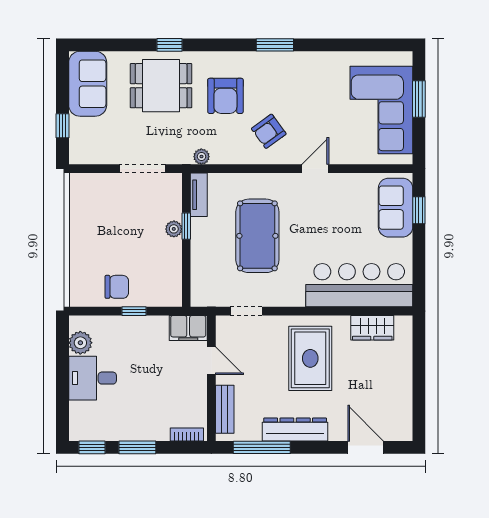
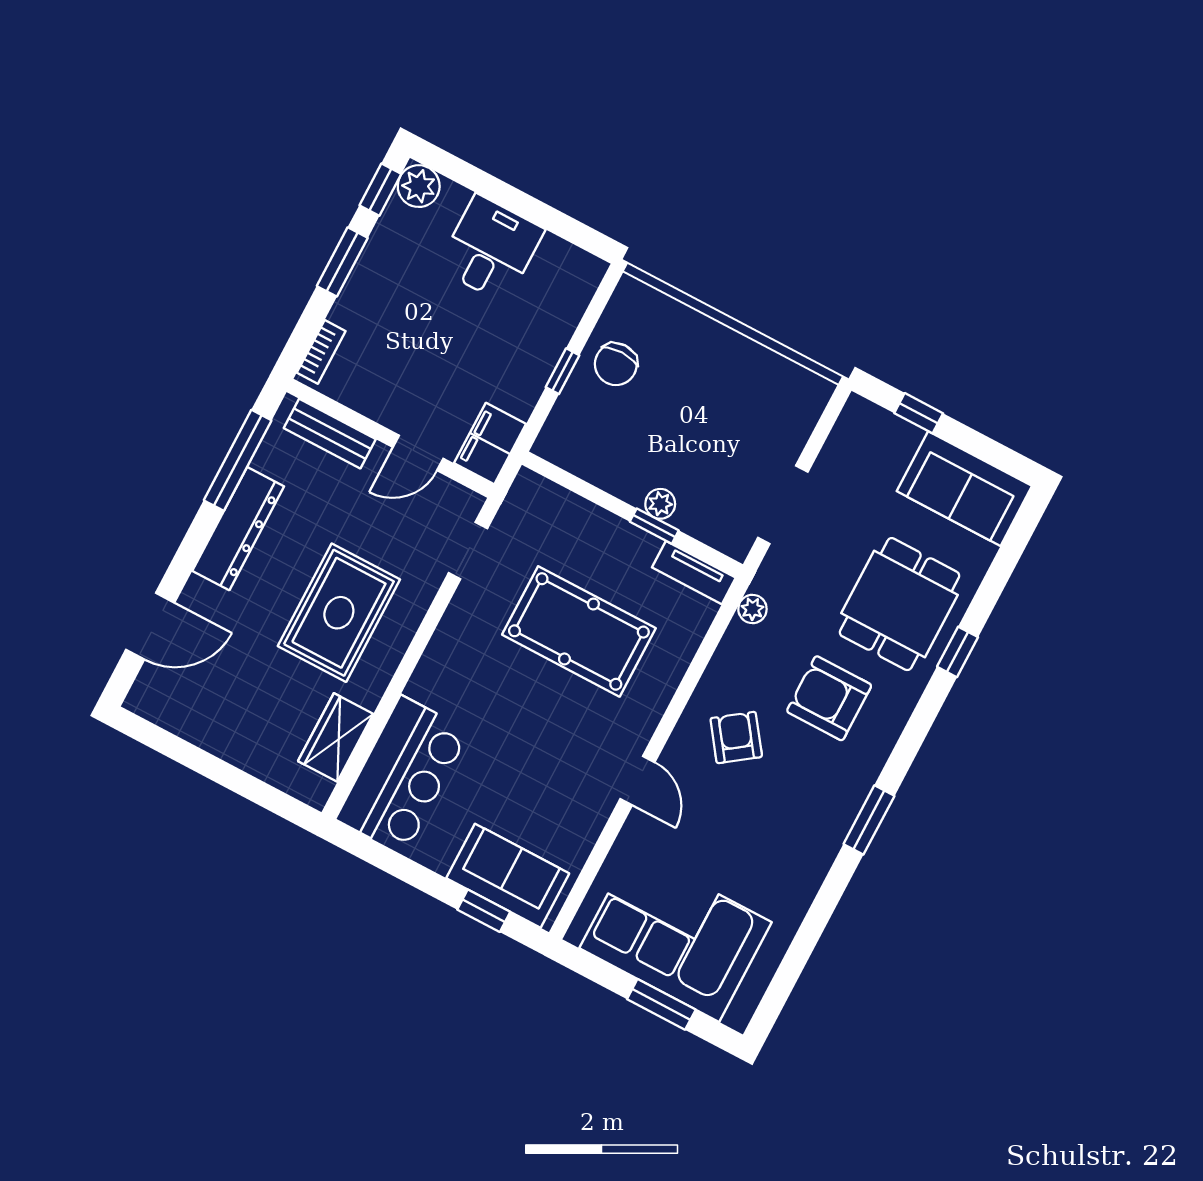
bar counter: (359, 285) -> (402, 775), width x0.73
plant: (80, 343) -> (419, 186), moved
rug: (310, 358) -> (339, 613), turned 90

